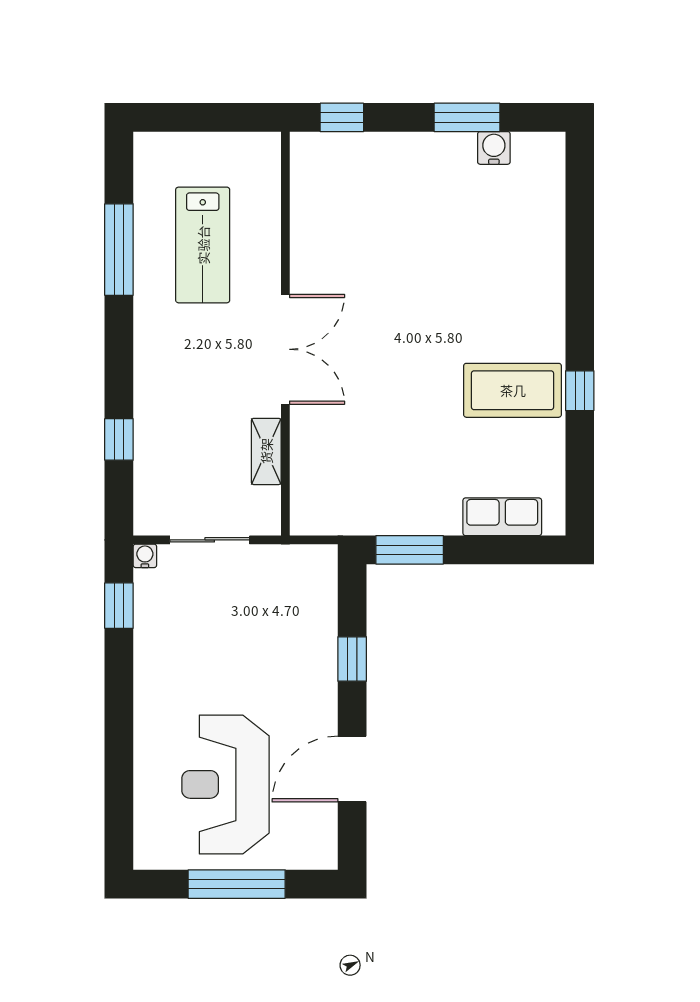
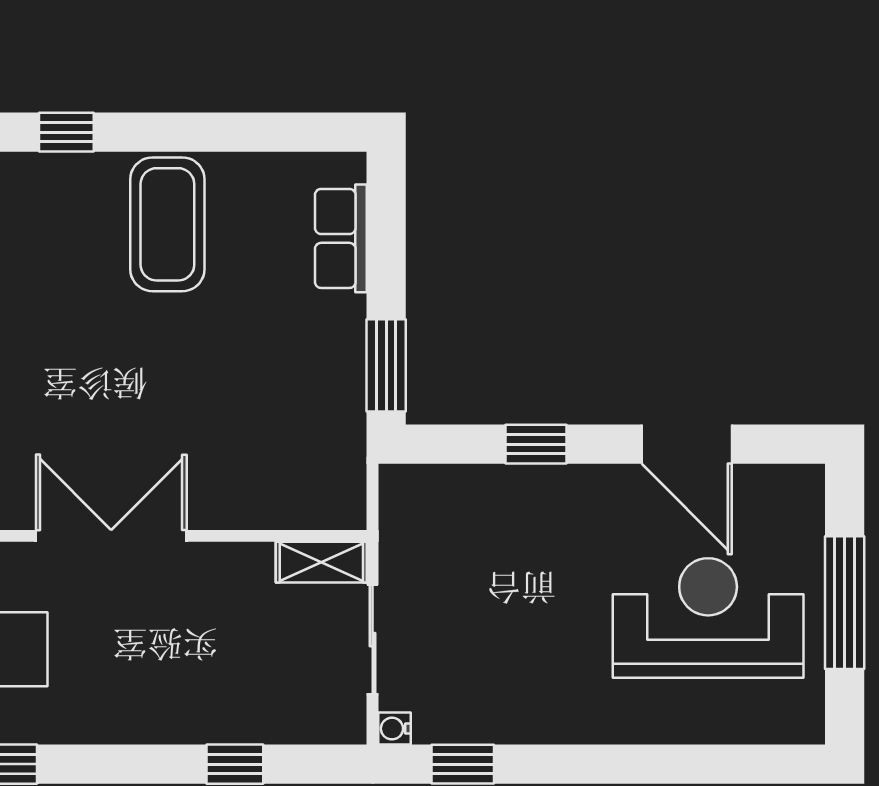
window: (580, 391) -> (66, 132), moved
shelving: (266, 451) -> (321, 562), moved
reception desk: (225, 784) -> (708, 618), turned 180

